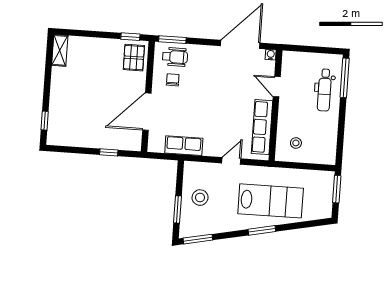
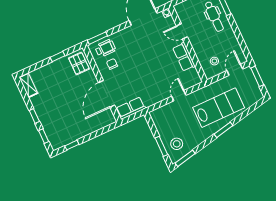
window: (130, 37) -> (57, 57), moved
window: (47, 91) -> (34, 116), added
row of seats: (262, 127) -> (184, 57), width x0.68
row of seats: (184, 146) -> (131, 108), moved
window: (109, 152) -> (72, 145), moved
door: (314, 167) -> (235, 70), added
stool: (200, 198) -> (177, 144), moved

